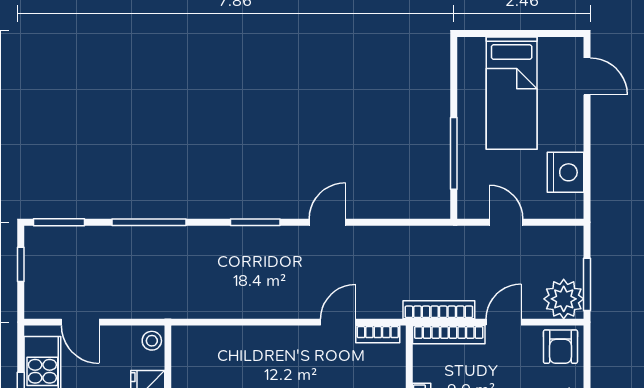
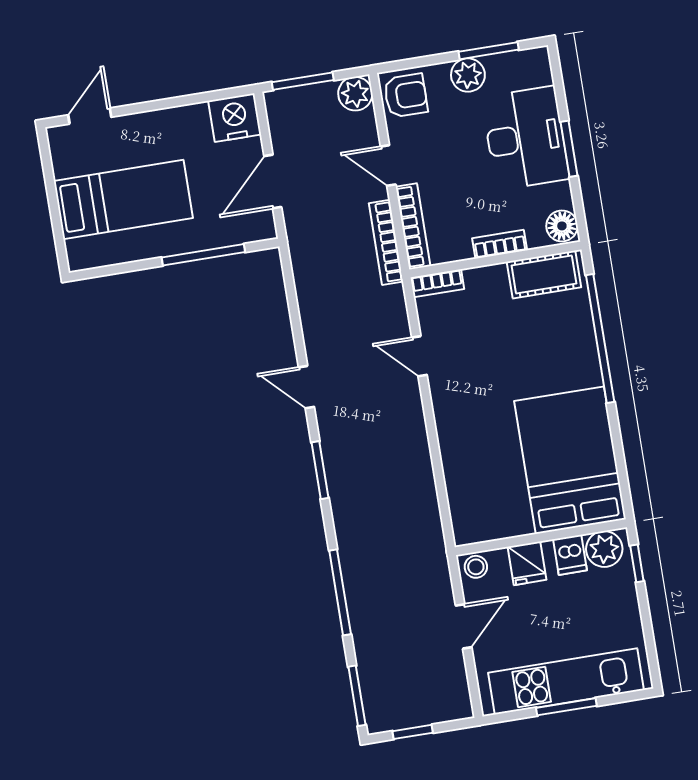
nightstand: (566, 172) -> (235, 118), moved
door: (506, 222) -> (273, 181), width x1.38
window: (587, 284) -> (303, 81), moved
plant: (564, 299) -> (355, 94), width x0.73, depth x0.73
door: (80, 322) -> (464, 626), moved
bookcase: (378, 334) -> (437, 283), moved, turned 90

